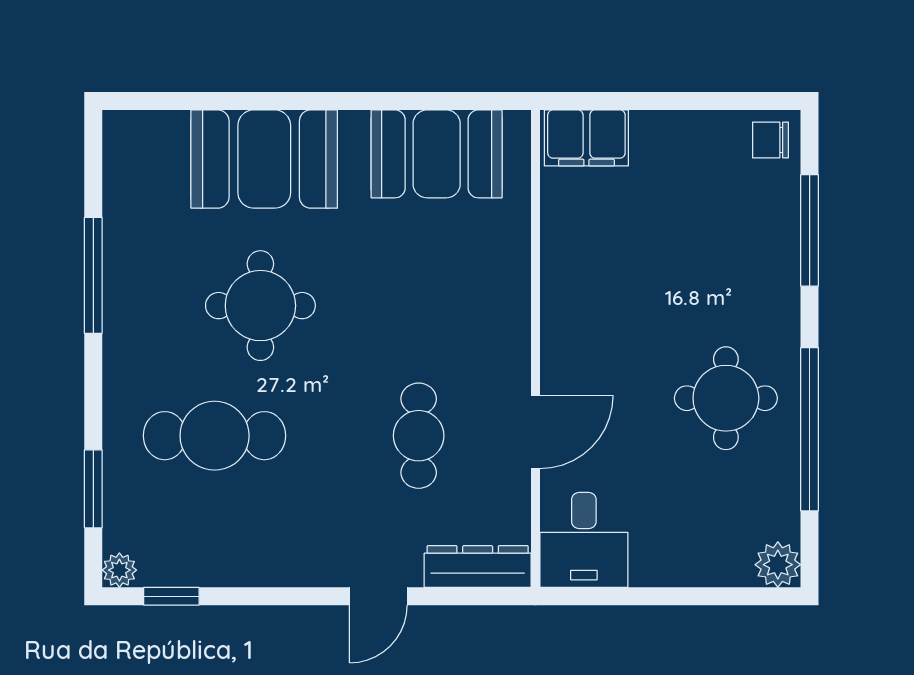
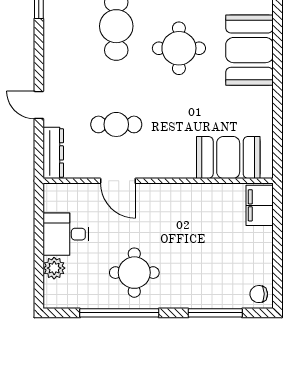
chair: (770, 140) -> (259, 294), turned -91
booth: (437, 154) -> (228, 157), moved, turned 90
desk: (584, 540) -> (66, 234), moved
plant: (778, 565) -> (54, 268), moved

